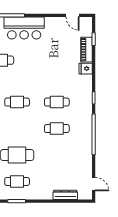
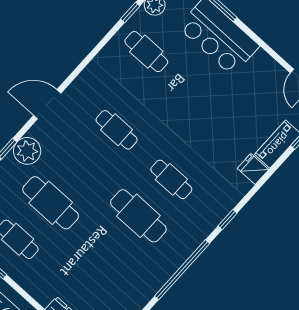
cafe table: (57, 129) -> (138, 216), width x1.37, depth x1.35

